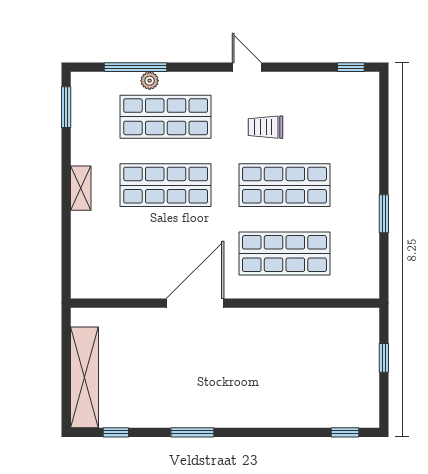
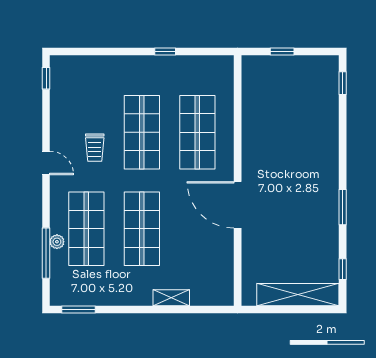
door: (247, 67) -> (46, 163), swing flipped
shelving: (81, 188) -> (171, 298), moved
window: (384, 214) -> (165, 52), width x0.67

